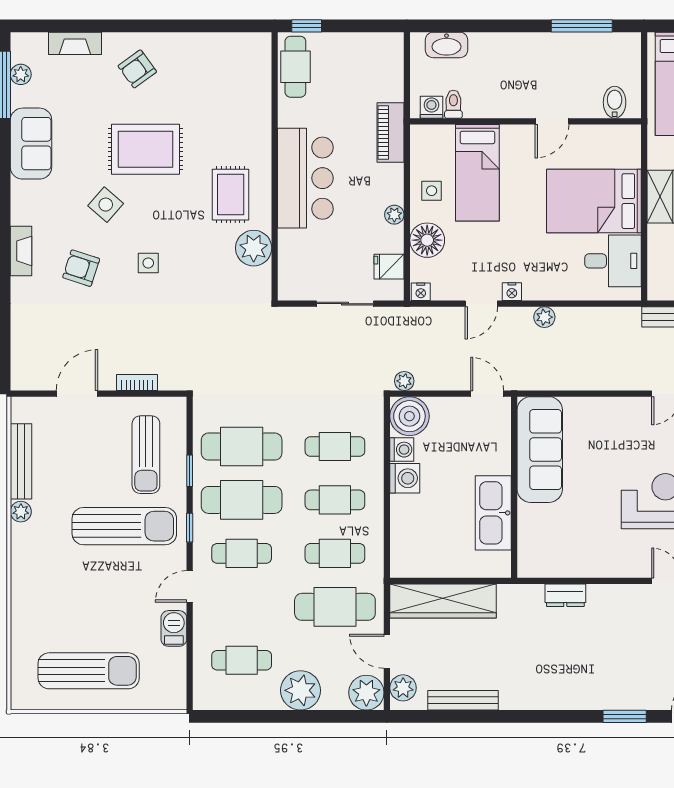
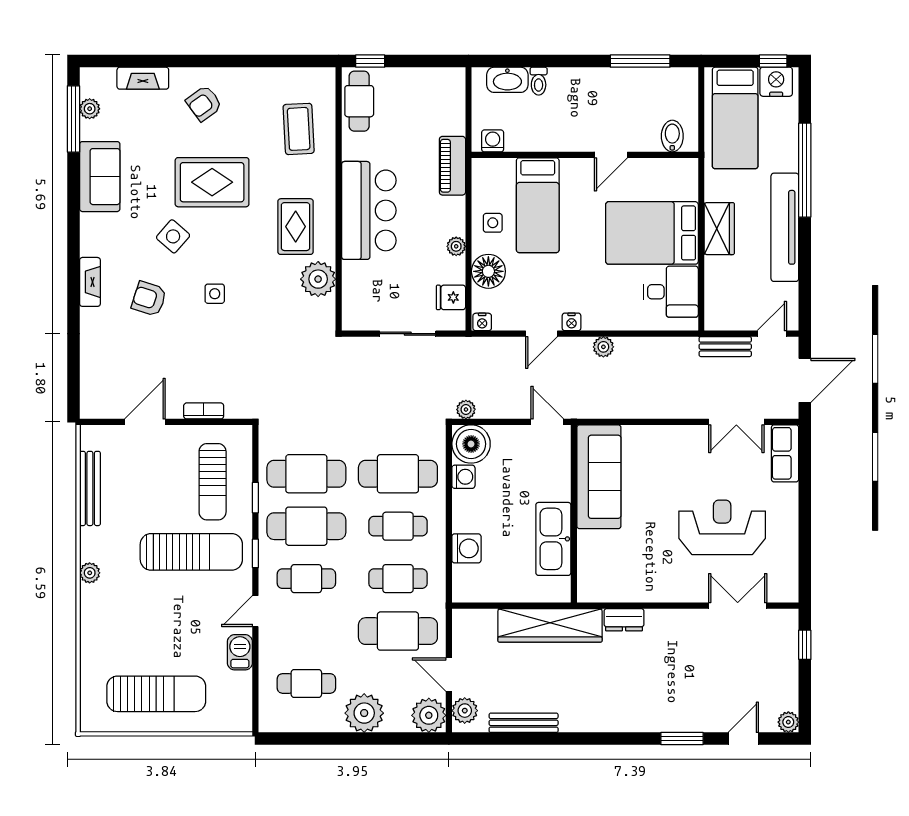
coffee table: (234, 95) -> (299, 129), added
toilet: (453, 104) -> (539, 81), moved, turned 180
cafe table: (335, 447) -> (398, 474), width x1.37, depth x1.35
washing machine: (405, 478) -> (466, 548), moved
plant: (21, 512) -> (90, 573), moved
wardrobe: (443, 601) -> (550, 625), moved

